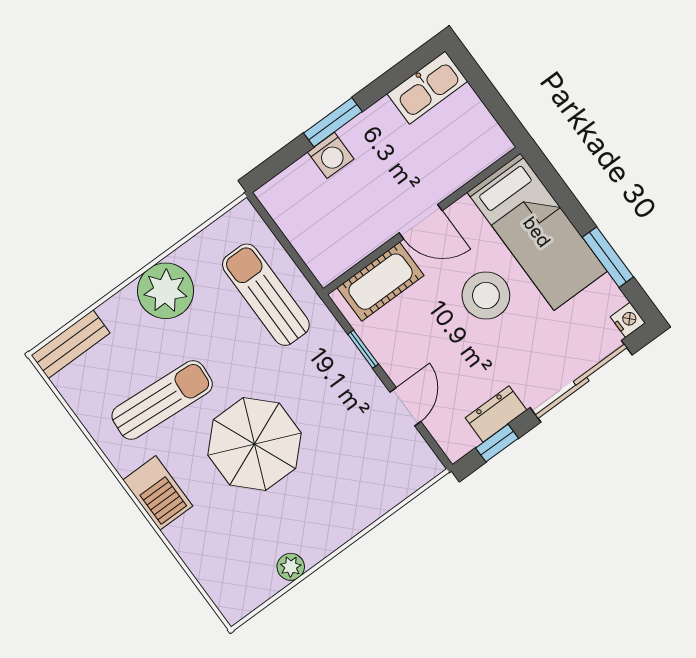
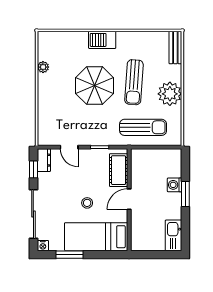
stool: (486, 295) -> (87, 203), width x0.53, depth x0.53
sun lounger: (162, 400) -> (134, 82), moved
dresser: (496, 414) -> (44, 160), moved

